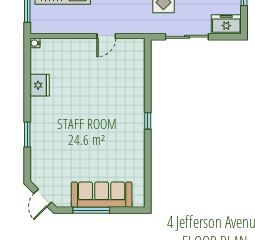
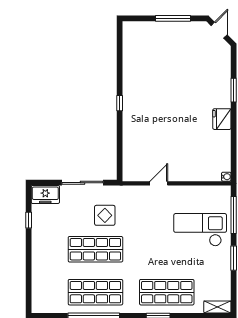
fridge: (40, 85) -> (222, 119), moved
sofa: (102, 195) -> (163, 33), removed

